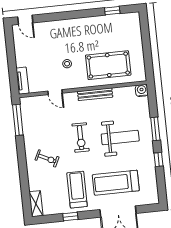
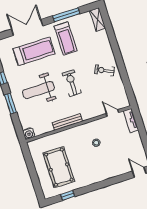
pool table: (108, 65) -> (59, 167), moved, turned 90
door: (55, 92) -> (112, 113), moved
window: (18, 120) -> (128, 87), removed
exercise bike: (47, 158) -> (105, 70), moved
window: (70, 216) -> (66, 15), width x2.17

